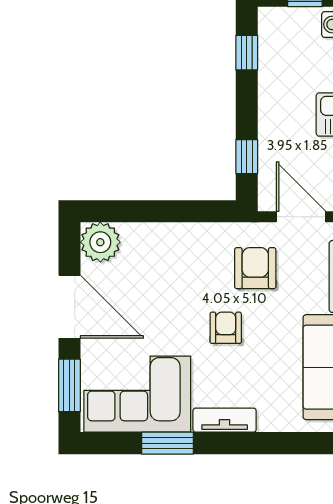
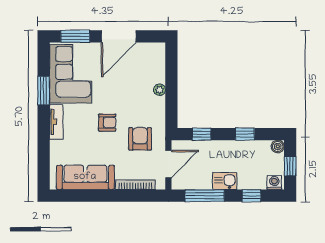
boiler: (269, 18) -> (278, 146), added
window: (247, 53) -> (245, 134), moved
plant: (100, 242) -> (159, 90), moved, width x0.53, depth x0.53
armchair: (255, 268) -> (140, 139), turned -90

